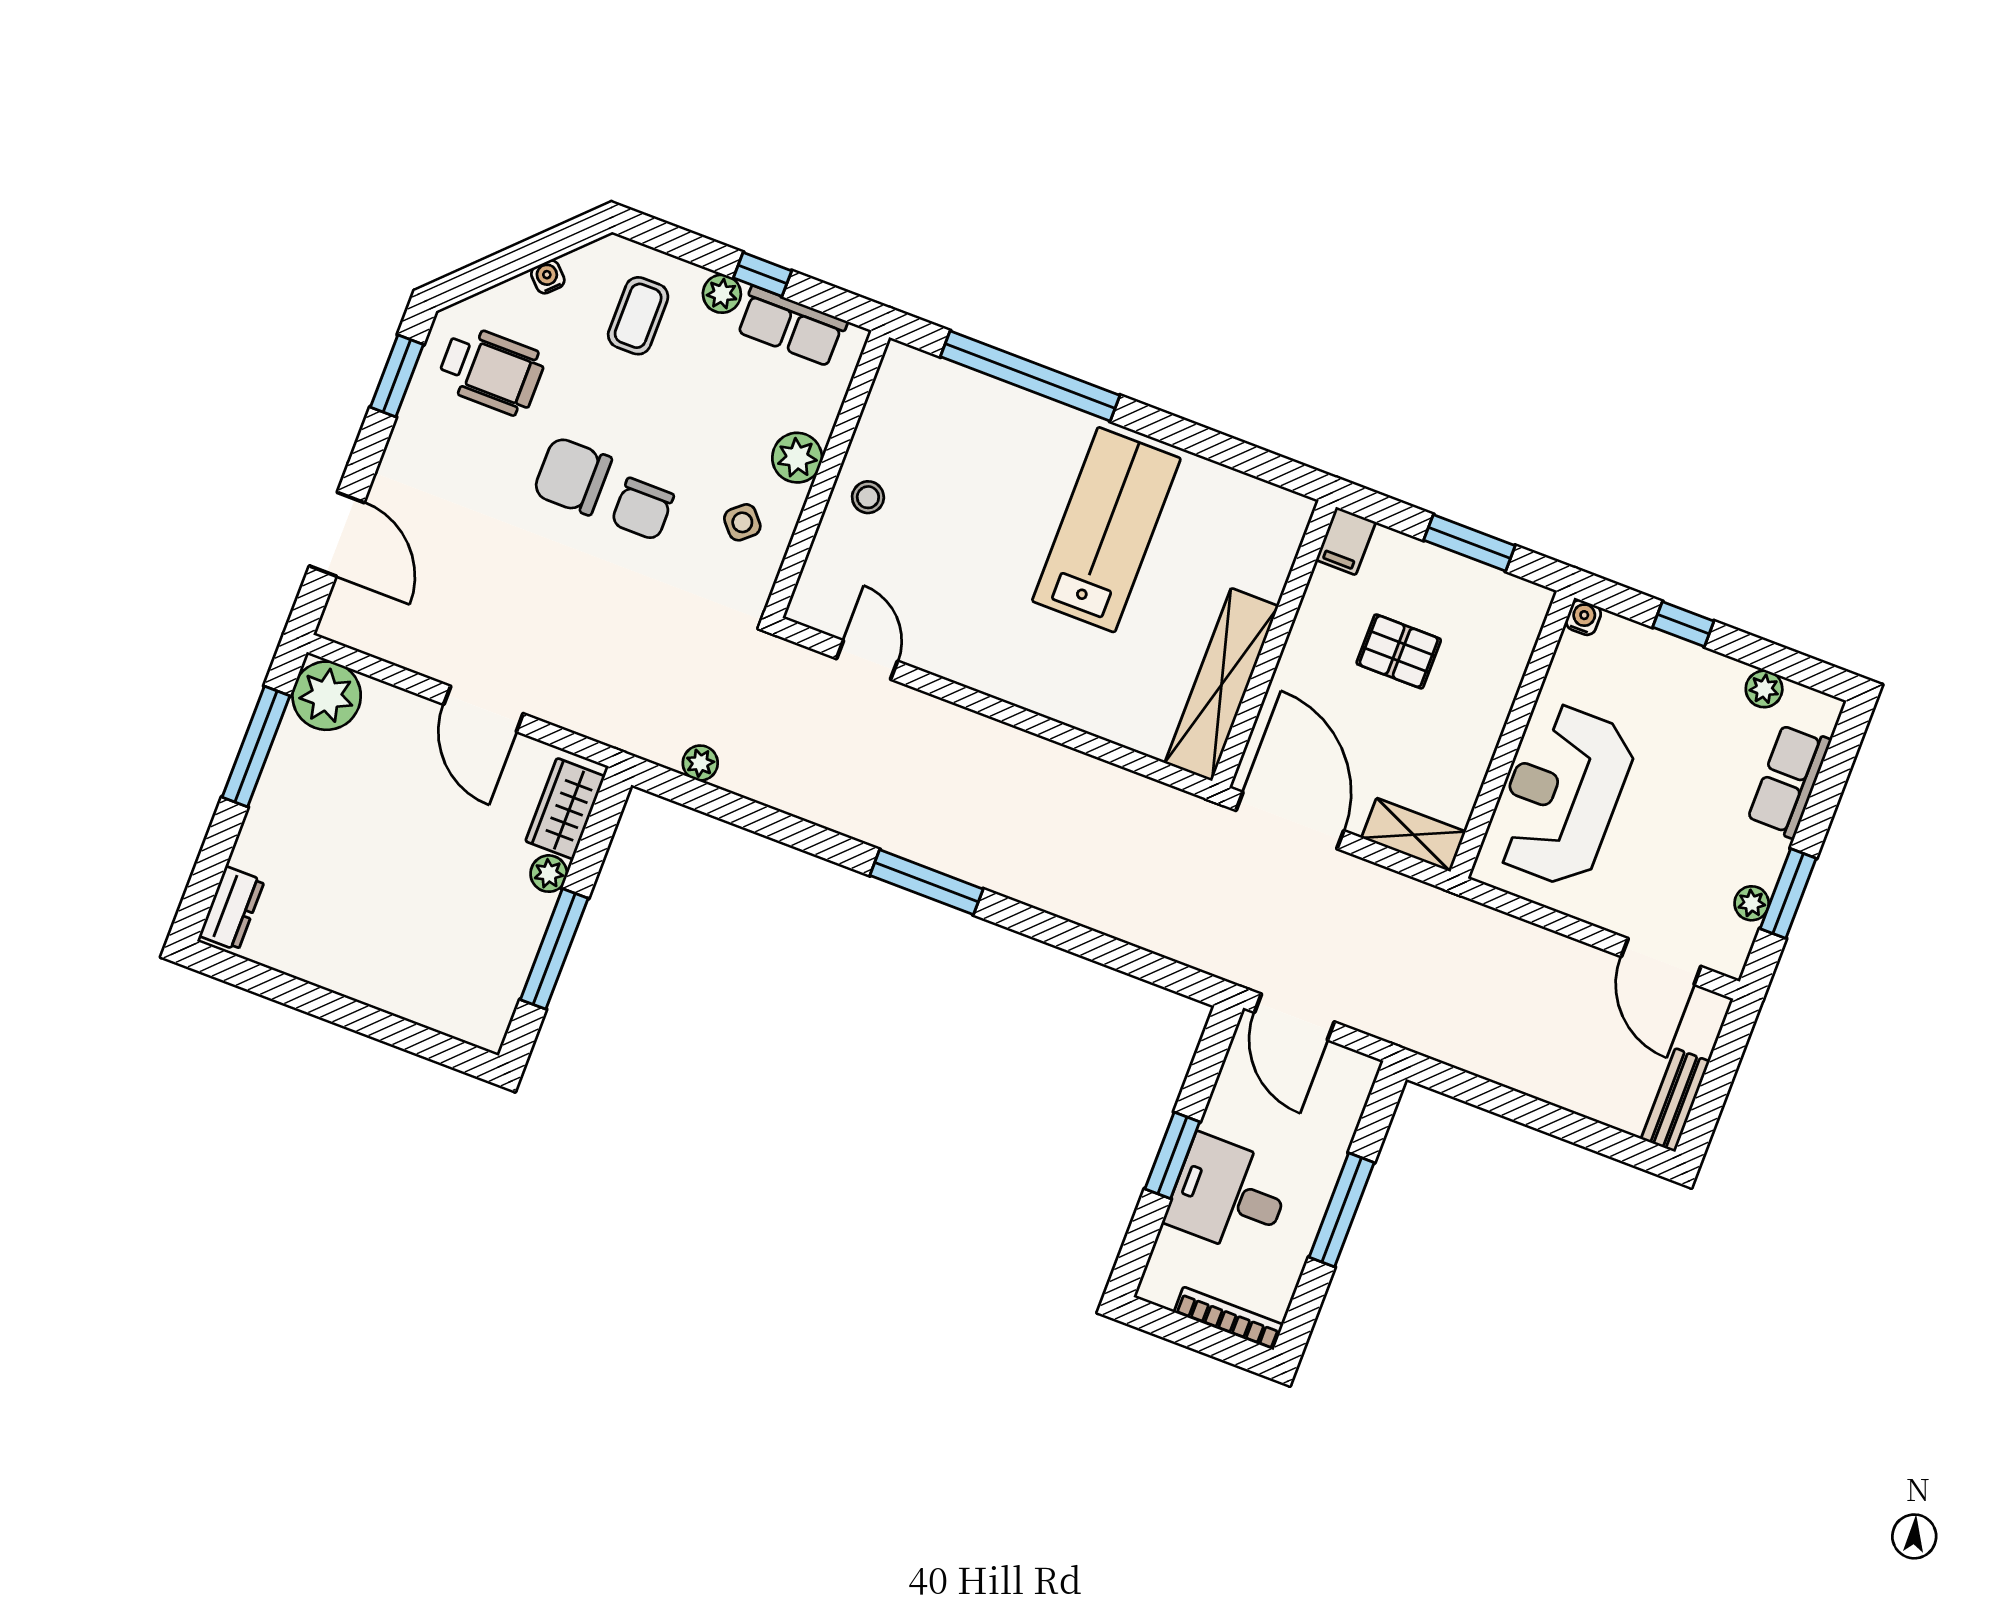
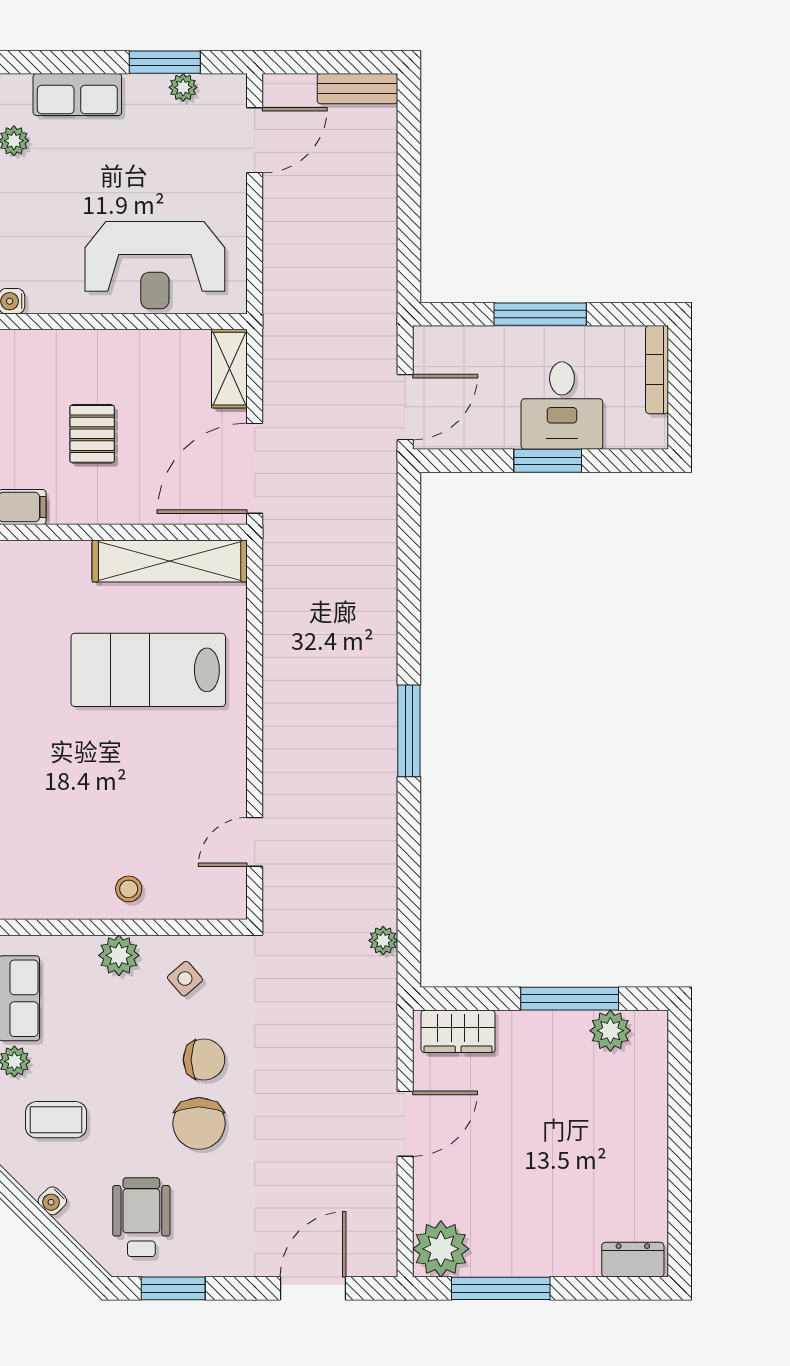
lab bench: (1106, 530) -> (148, 670), moved
plant: (549, 874) -> (610, 1031), moved, width x1.38, depth x1.38

